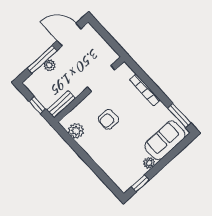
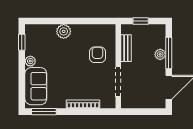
bench: (61, 104) -> (126, 48), moved
armchair: (108, 119) -> (97, 55), moved
plant: (76, 131) -> (64, 31), moved

